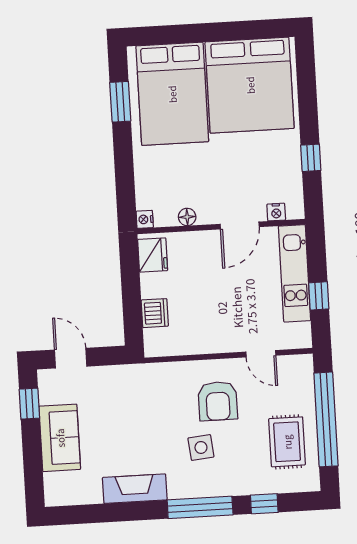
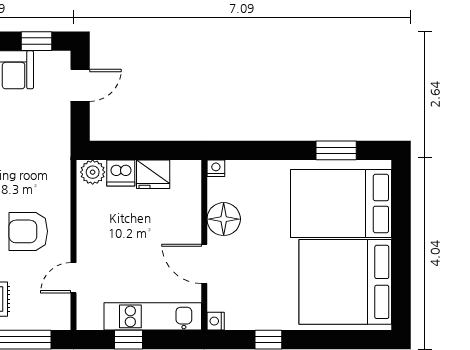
nightstand: (276, 212) -> (216, 321), moved
floor lamp: (187, 217) -> (224, 219), width x1.89, depth x1.89
fridge: (153, 255) -> (153, 174), moved
plant: (156, 341) -> (93, 172), added

